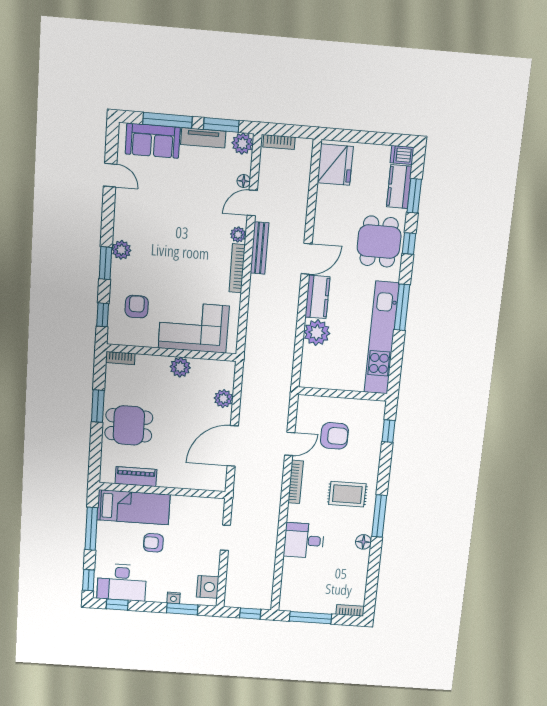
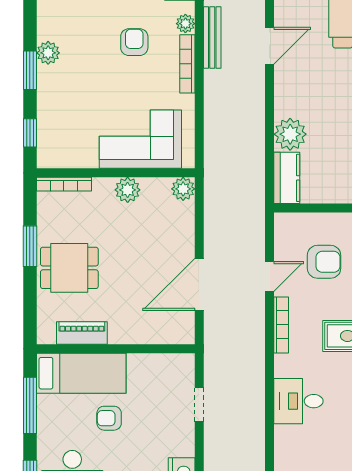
kitchen counter: (317, 297) -> (287, 178), moved
armchair: (137, 307) -> (134, 42), moved
bookcase: (120, 358) -> (64, 184), width x1.56
plant: (223, 399) -> (183, 189), moved

